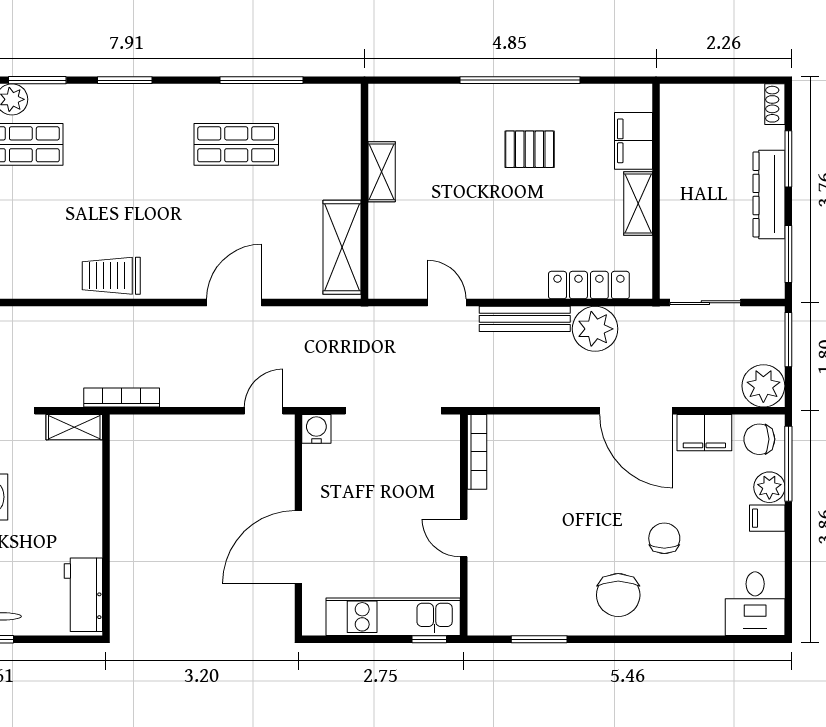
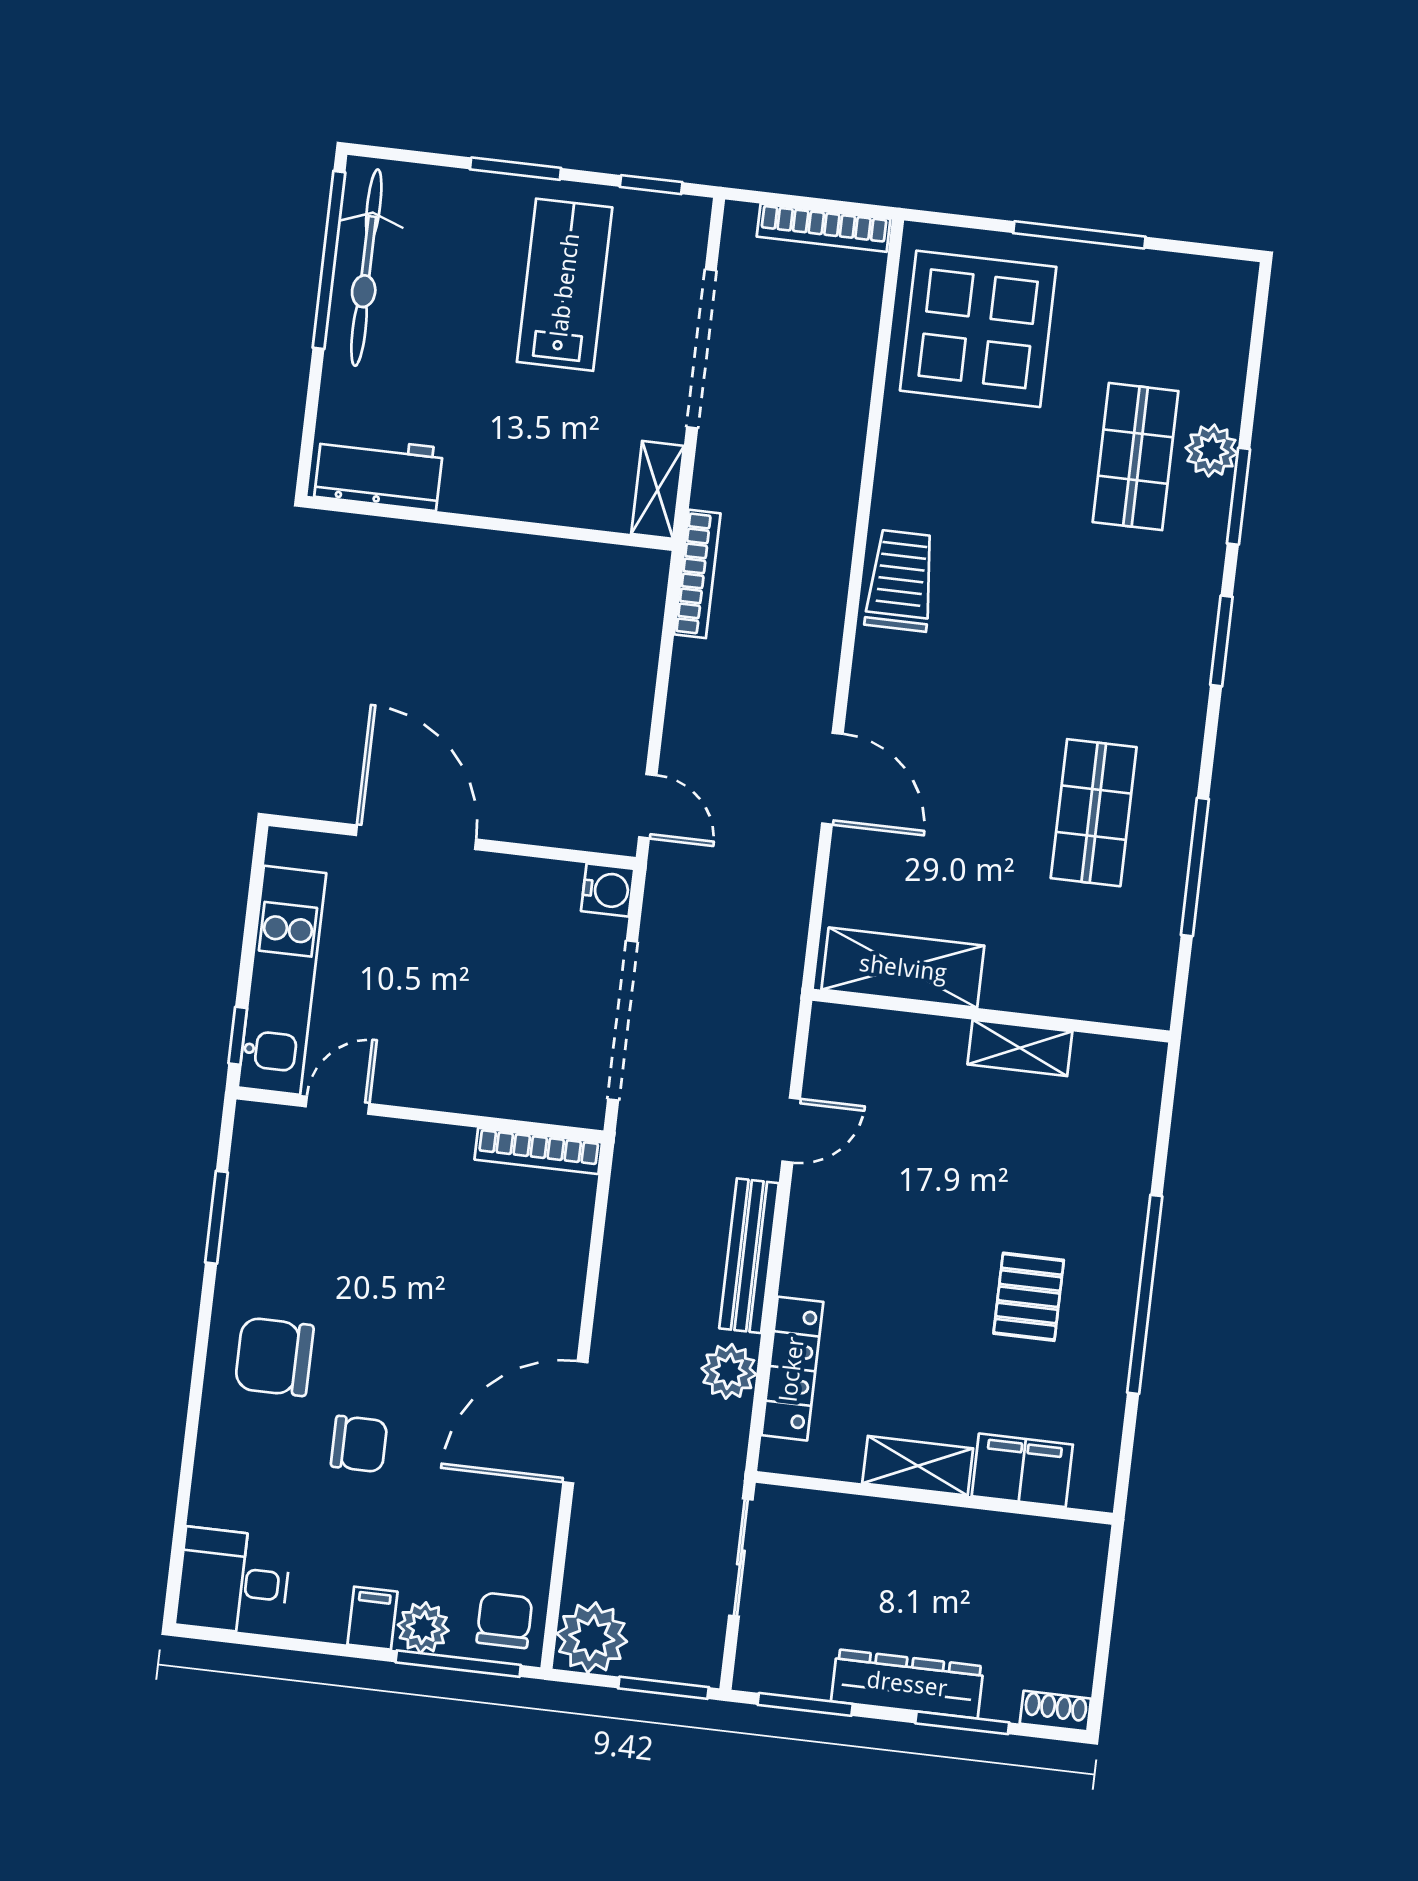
plant: (595, 329) -> (729, 1371), width x0.73, depth x0.73
filing cabinet: (704, 433) -> (526, 1531), removed
door: (464, 538) -> (337, 1105), moved

